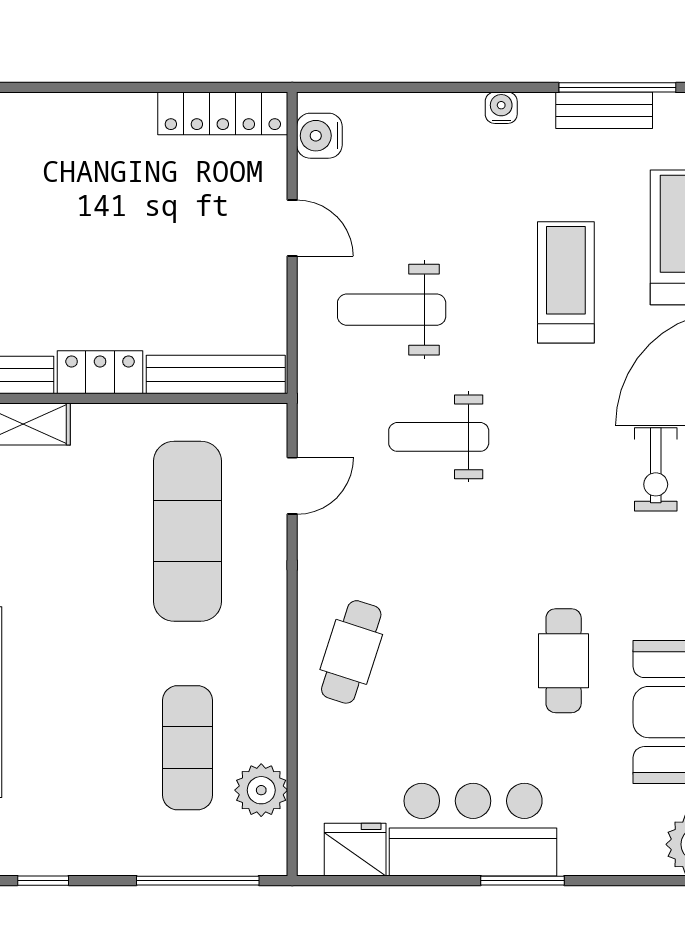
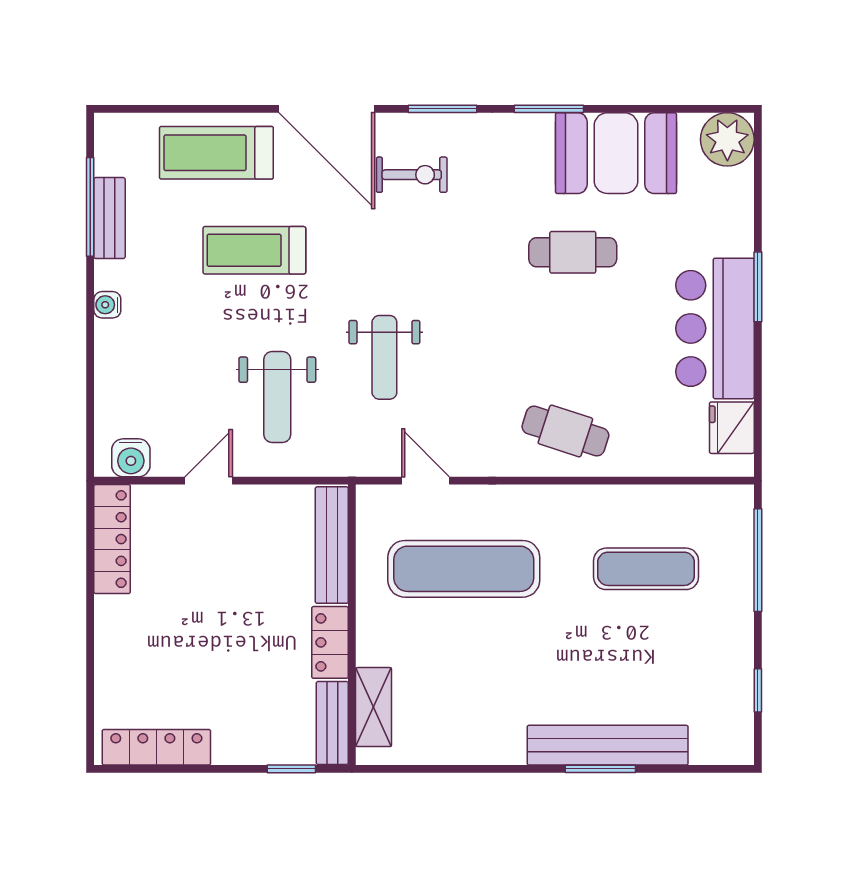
plant: (261, 790) -> (682, 507), removed

